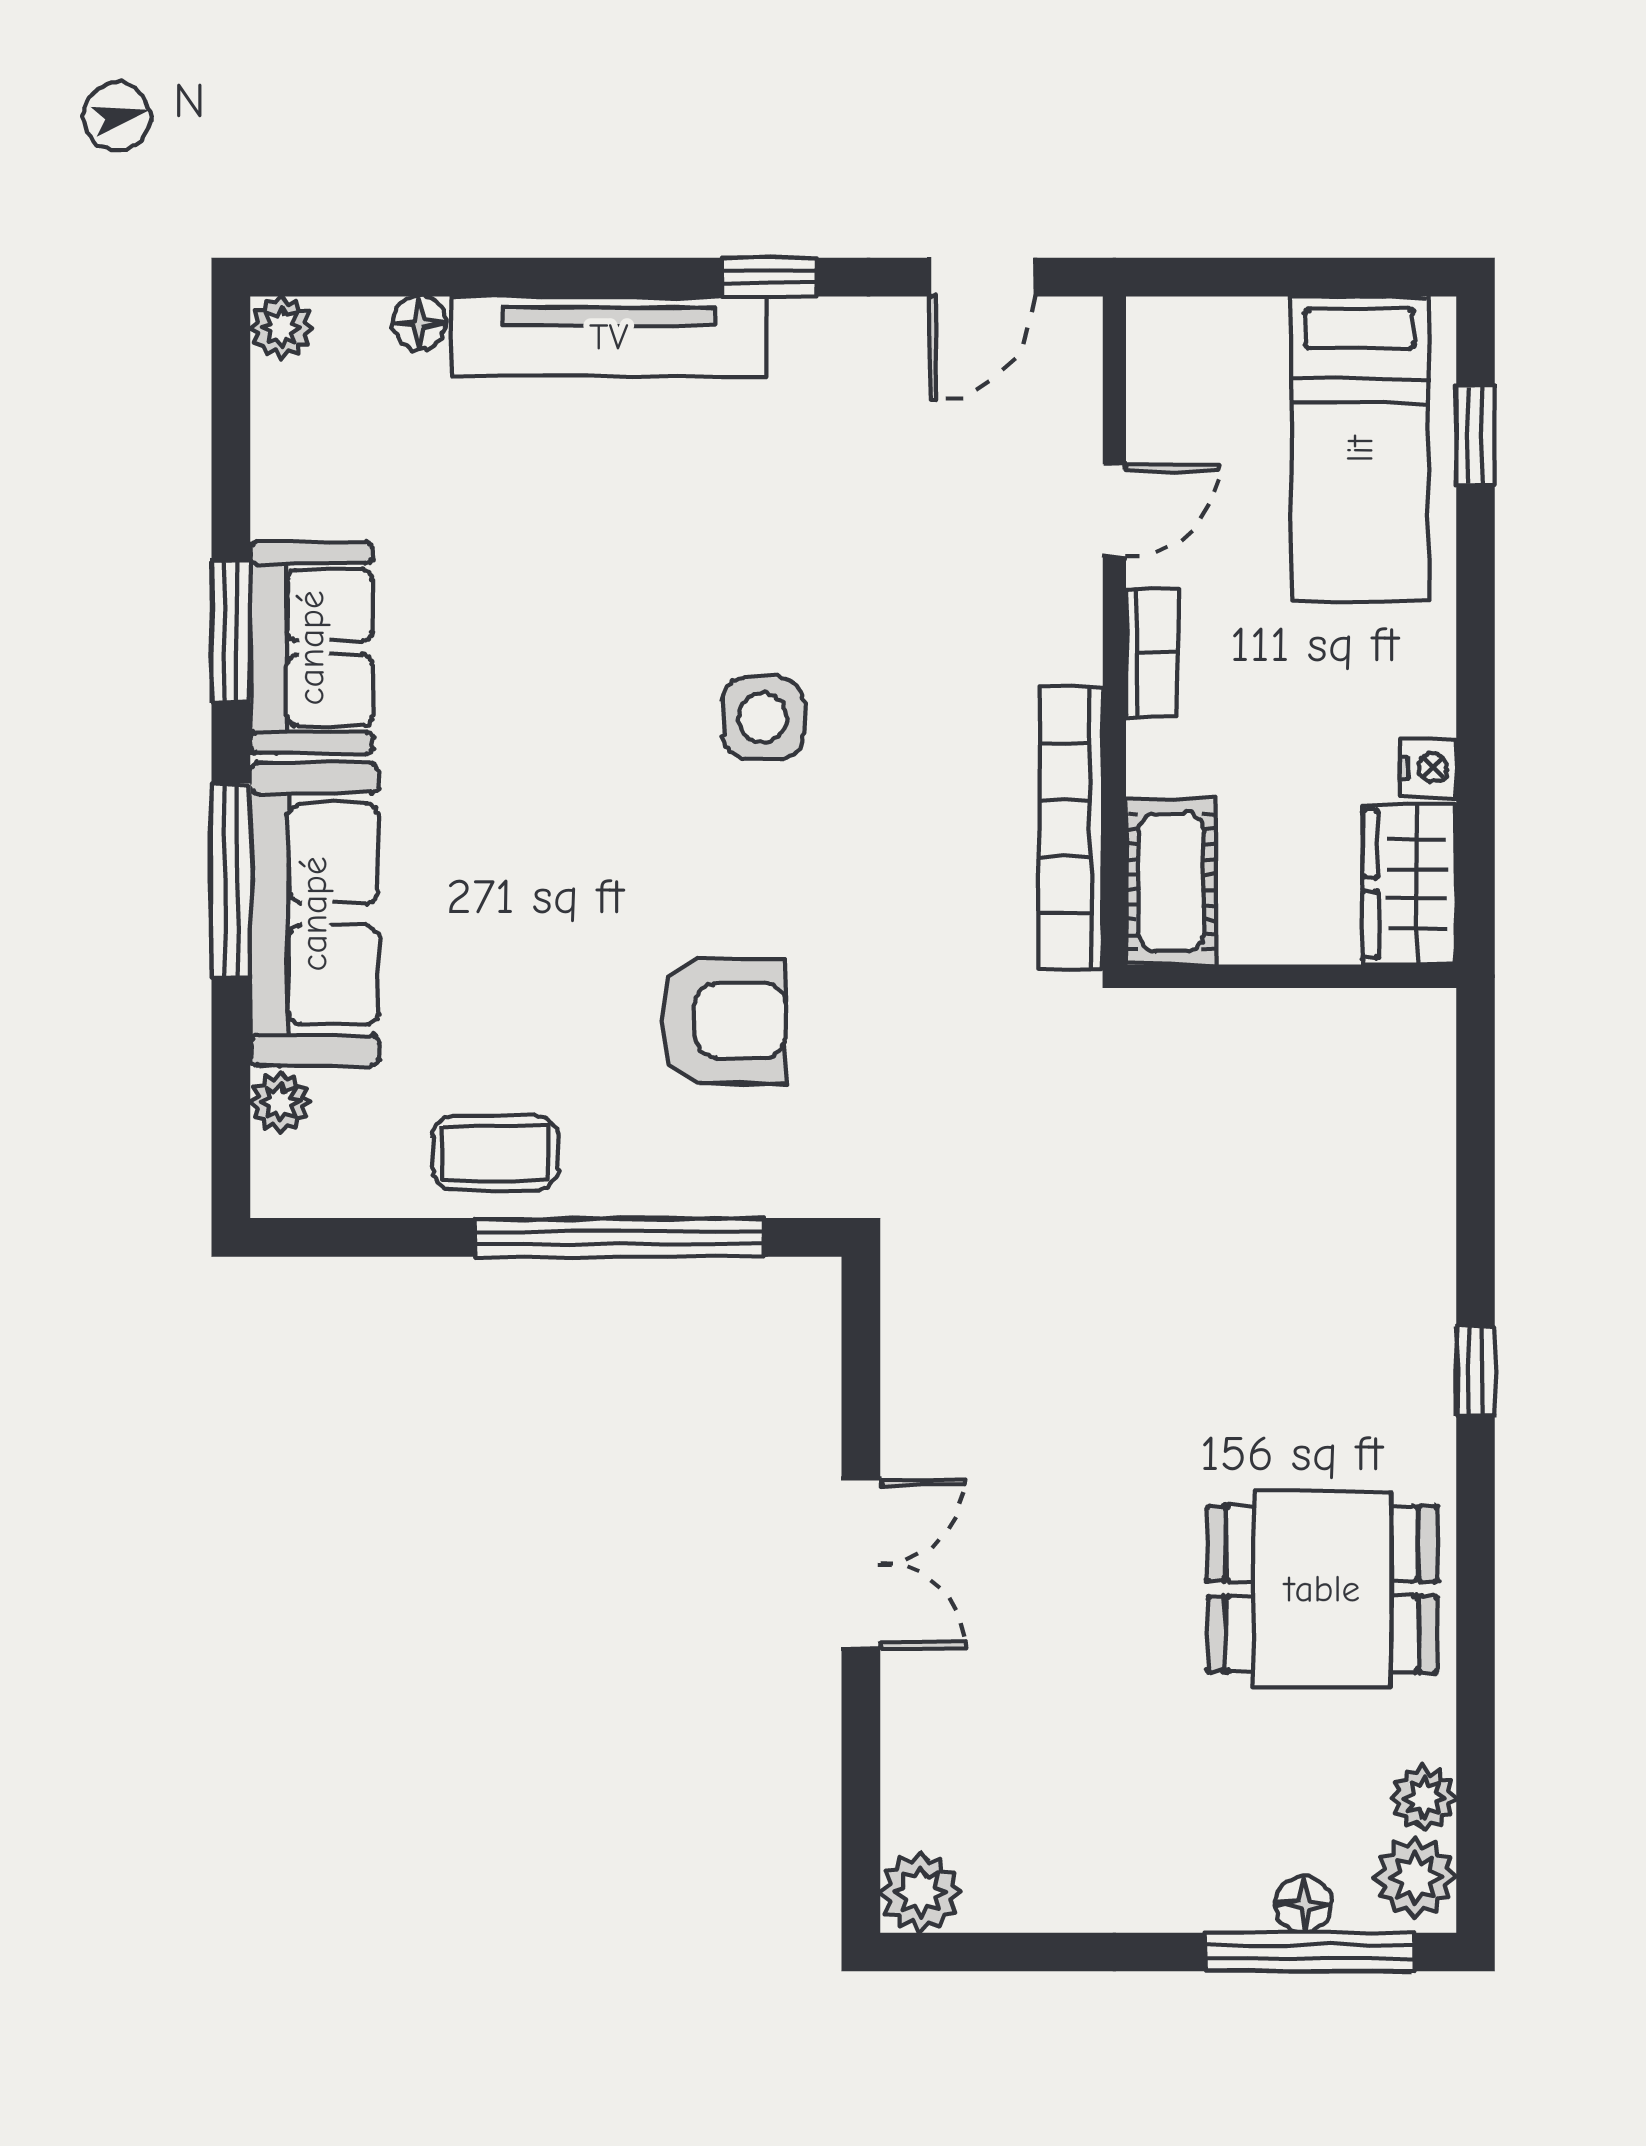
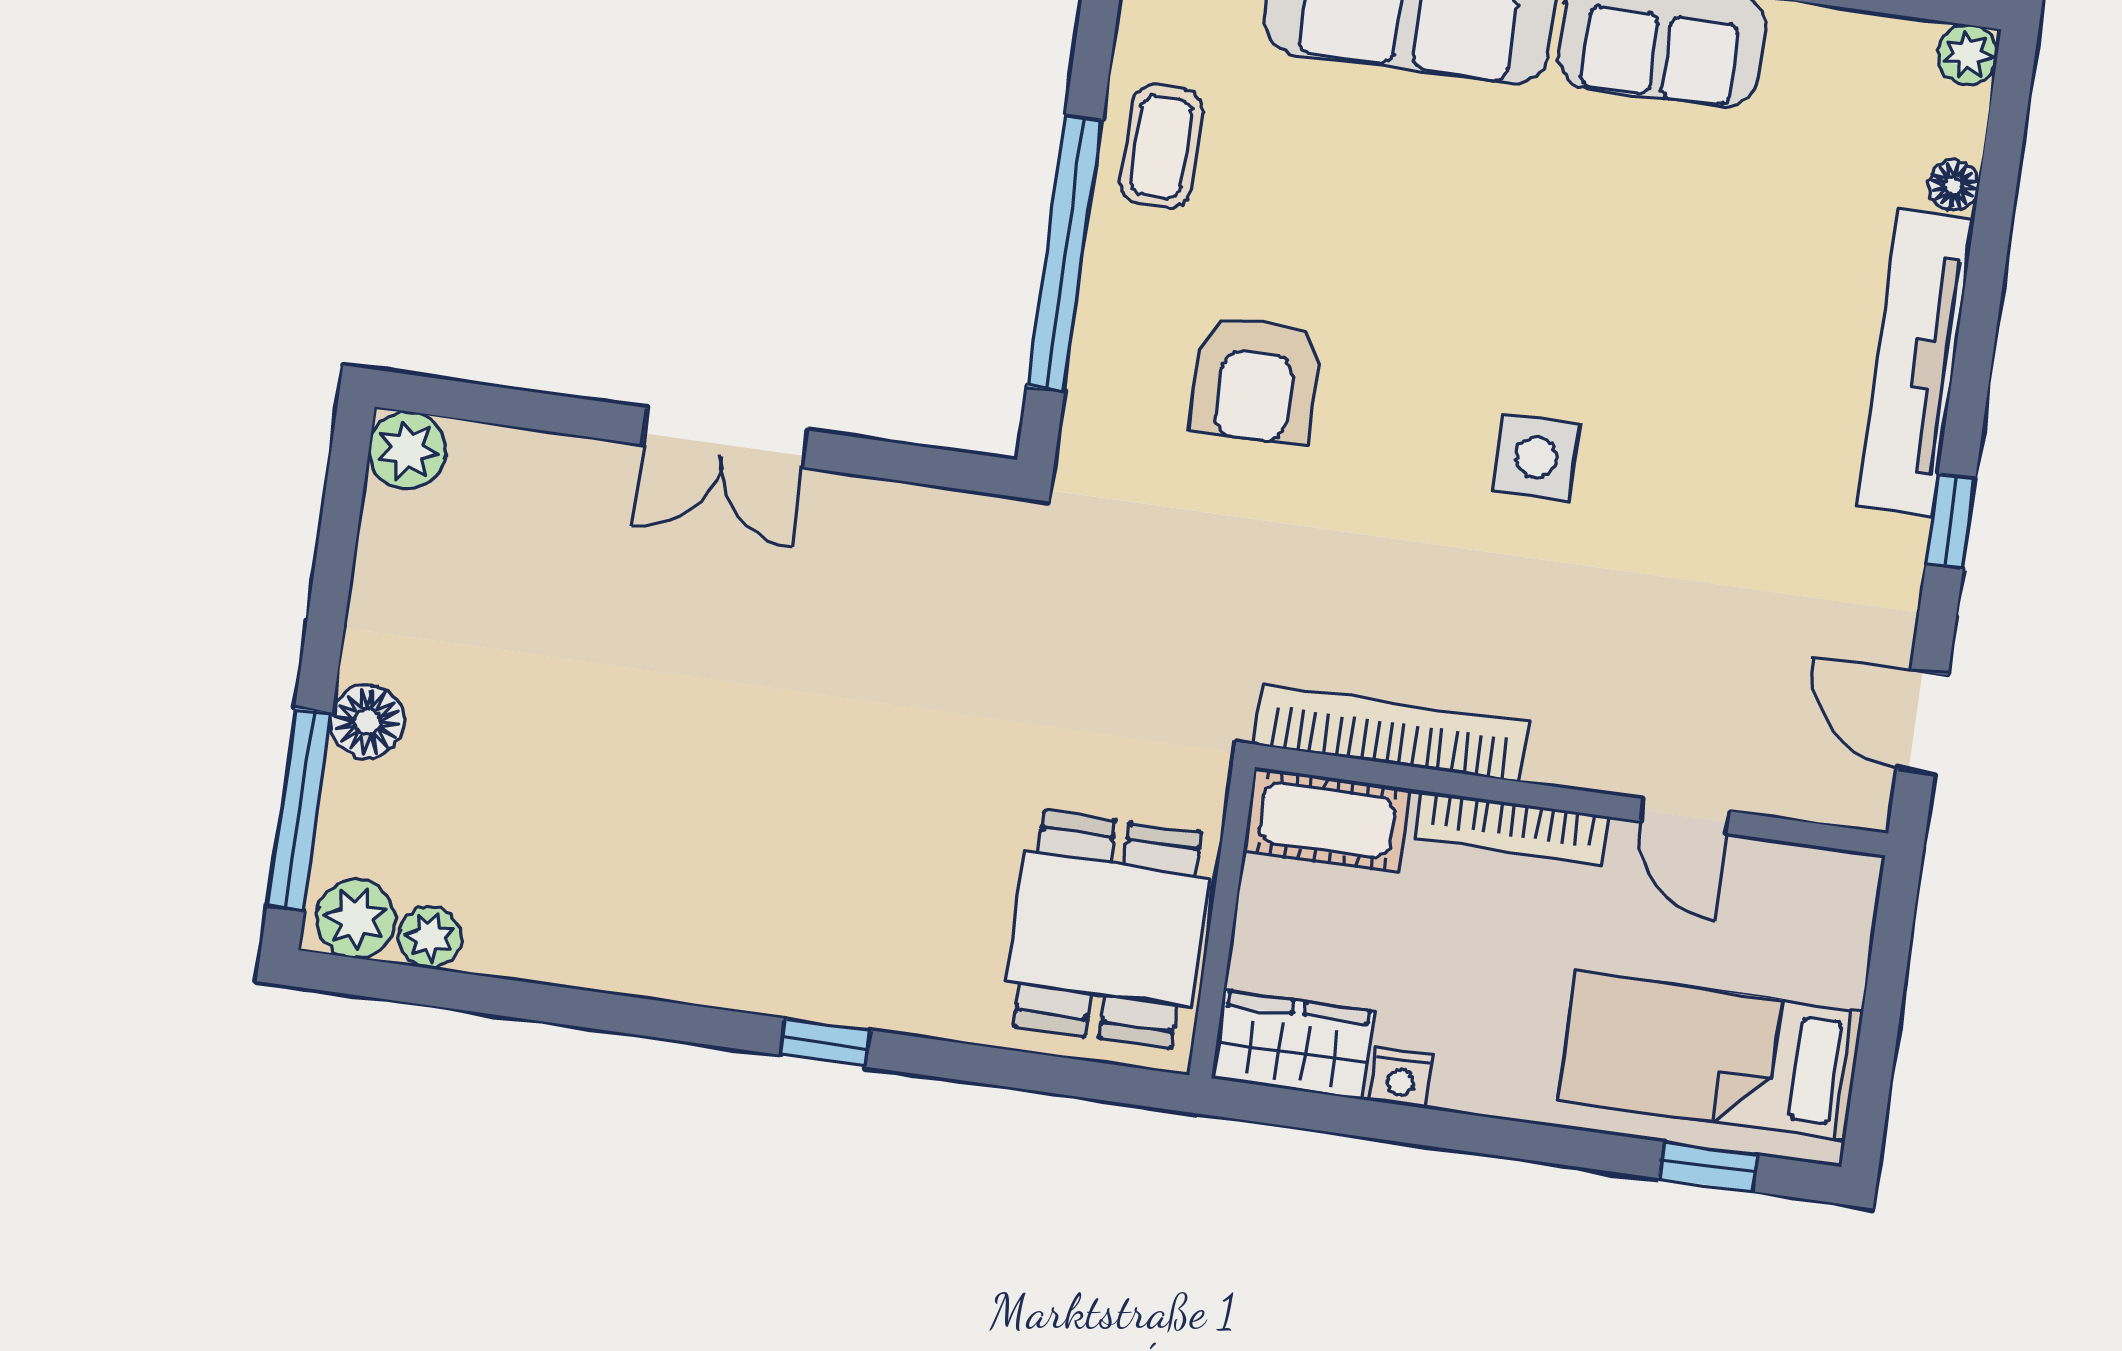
bookcase: (1151, 653) -> (1512, 828), width x1.56
dining table: (1322, 1589) -> (1107, 929), moved
floor lamp: (1303, 1905) -> (368, 721), moved, width x1.37, depth x1.37

